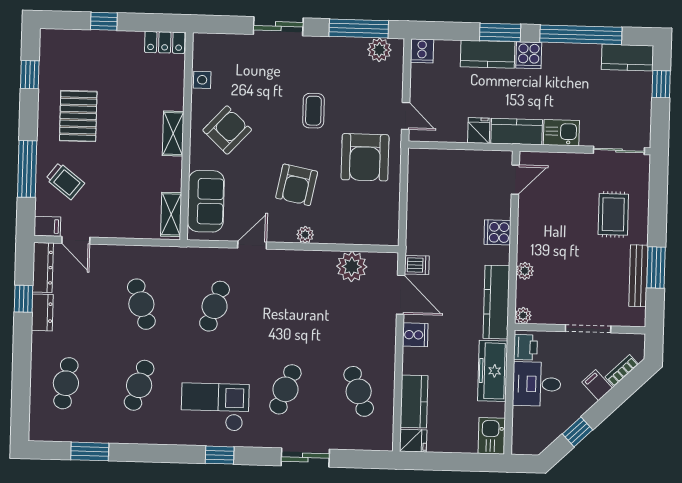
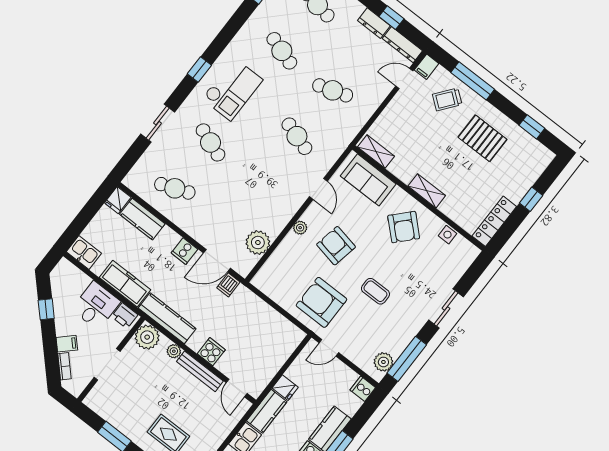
locker: (165, 42) -> (494, 221), width x1.53
bench: (638, 276) -> (200, 371), moved
plant: (523, 315) -> (147, 337), width x1.88, depth x1.88

